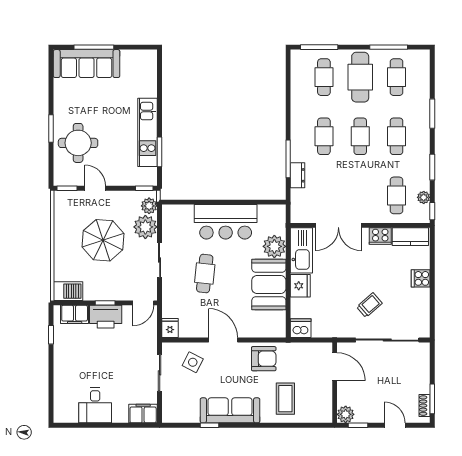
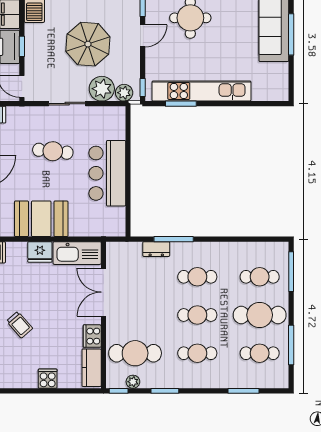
window: (432, 114) -> (244, 391), moved
kitchen unit: (148, 132) -> (201, 91), width x1.36
cafe table: (397, 195) -> (135, 353), width x1.37, depth x1.35
plant: (274, 246) -> (81, 225), removed

